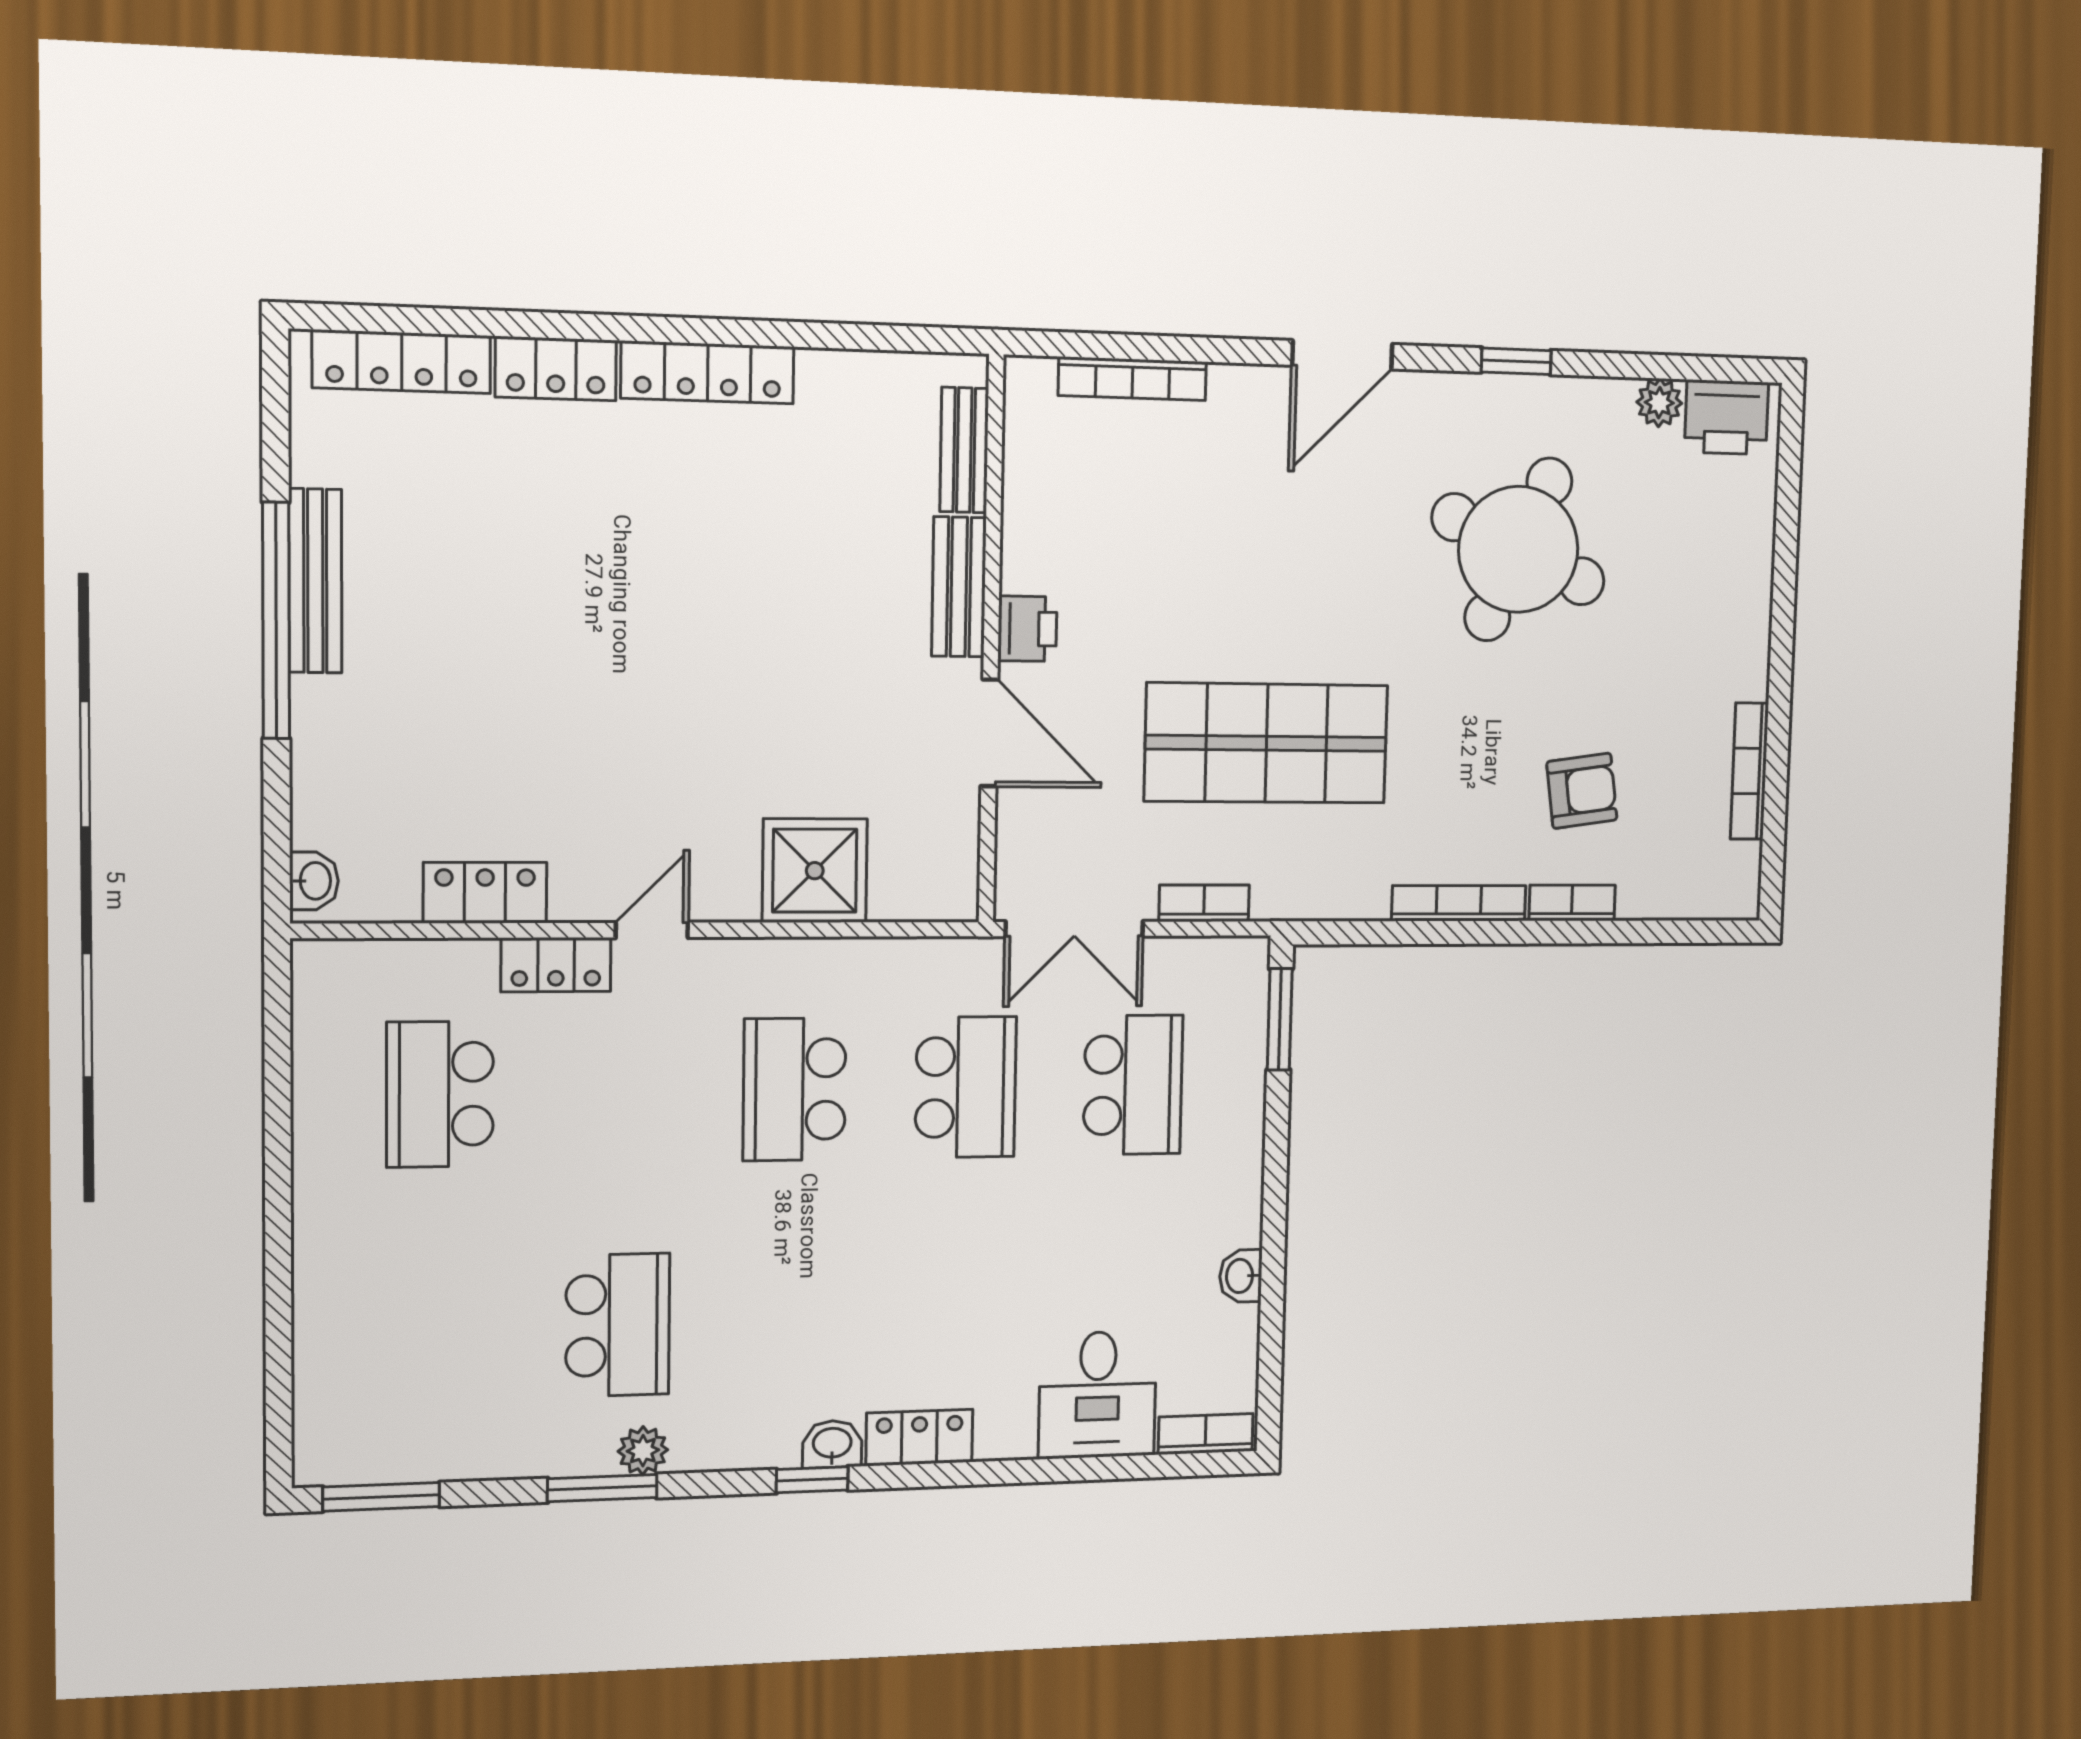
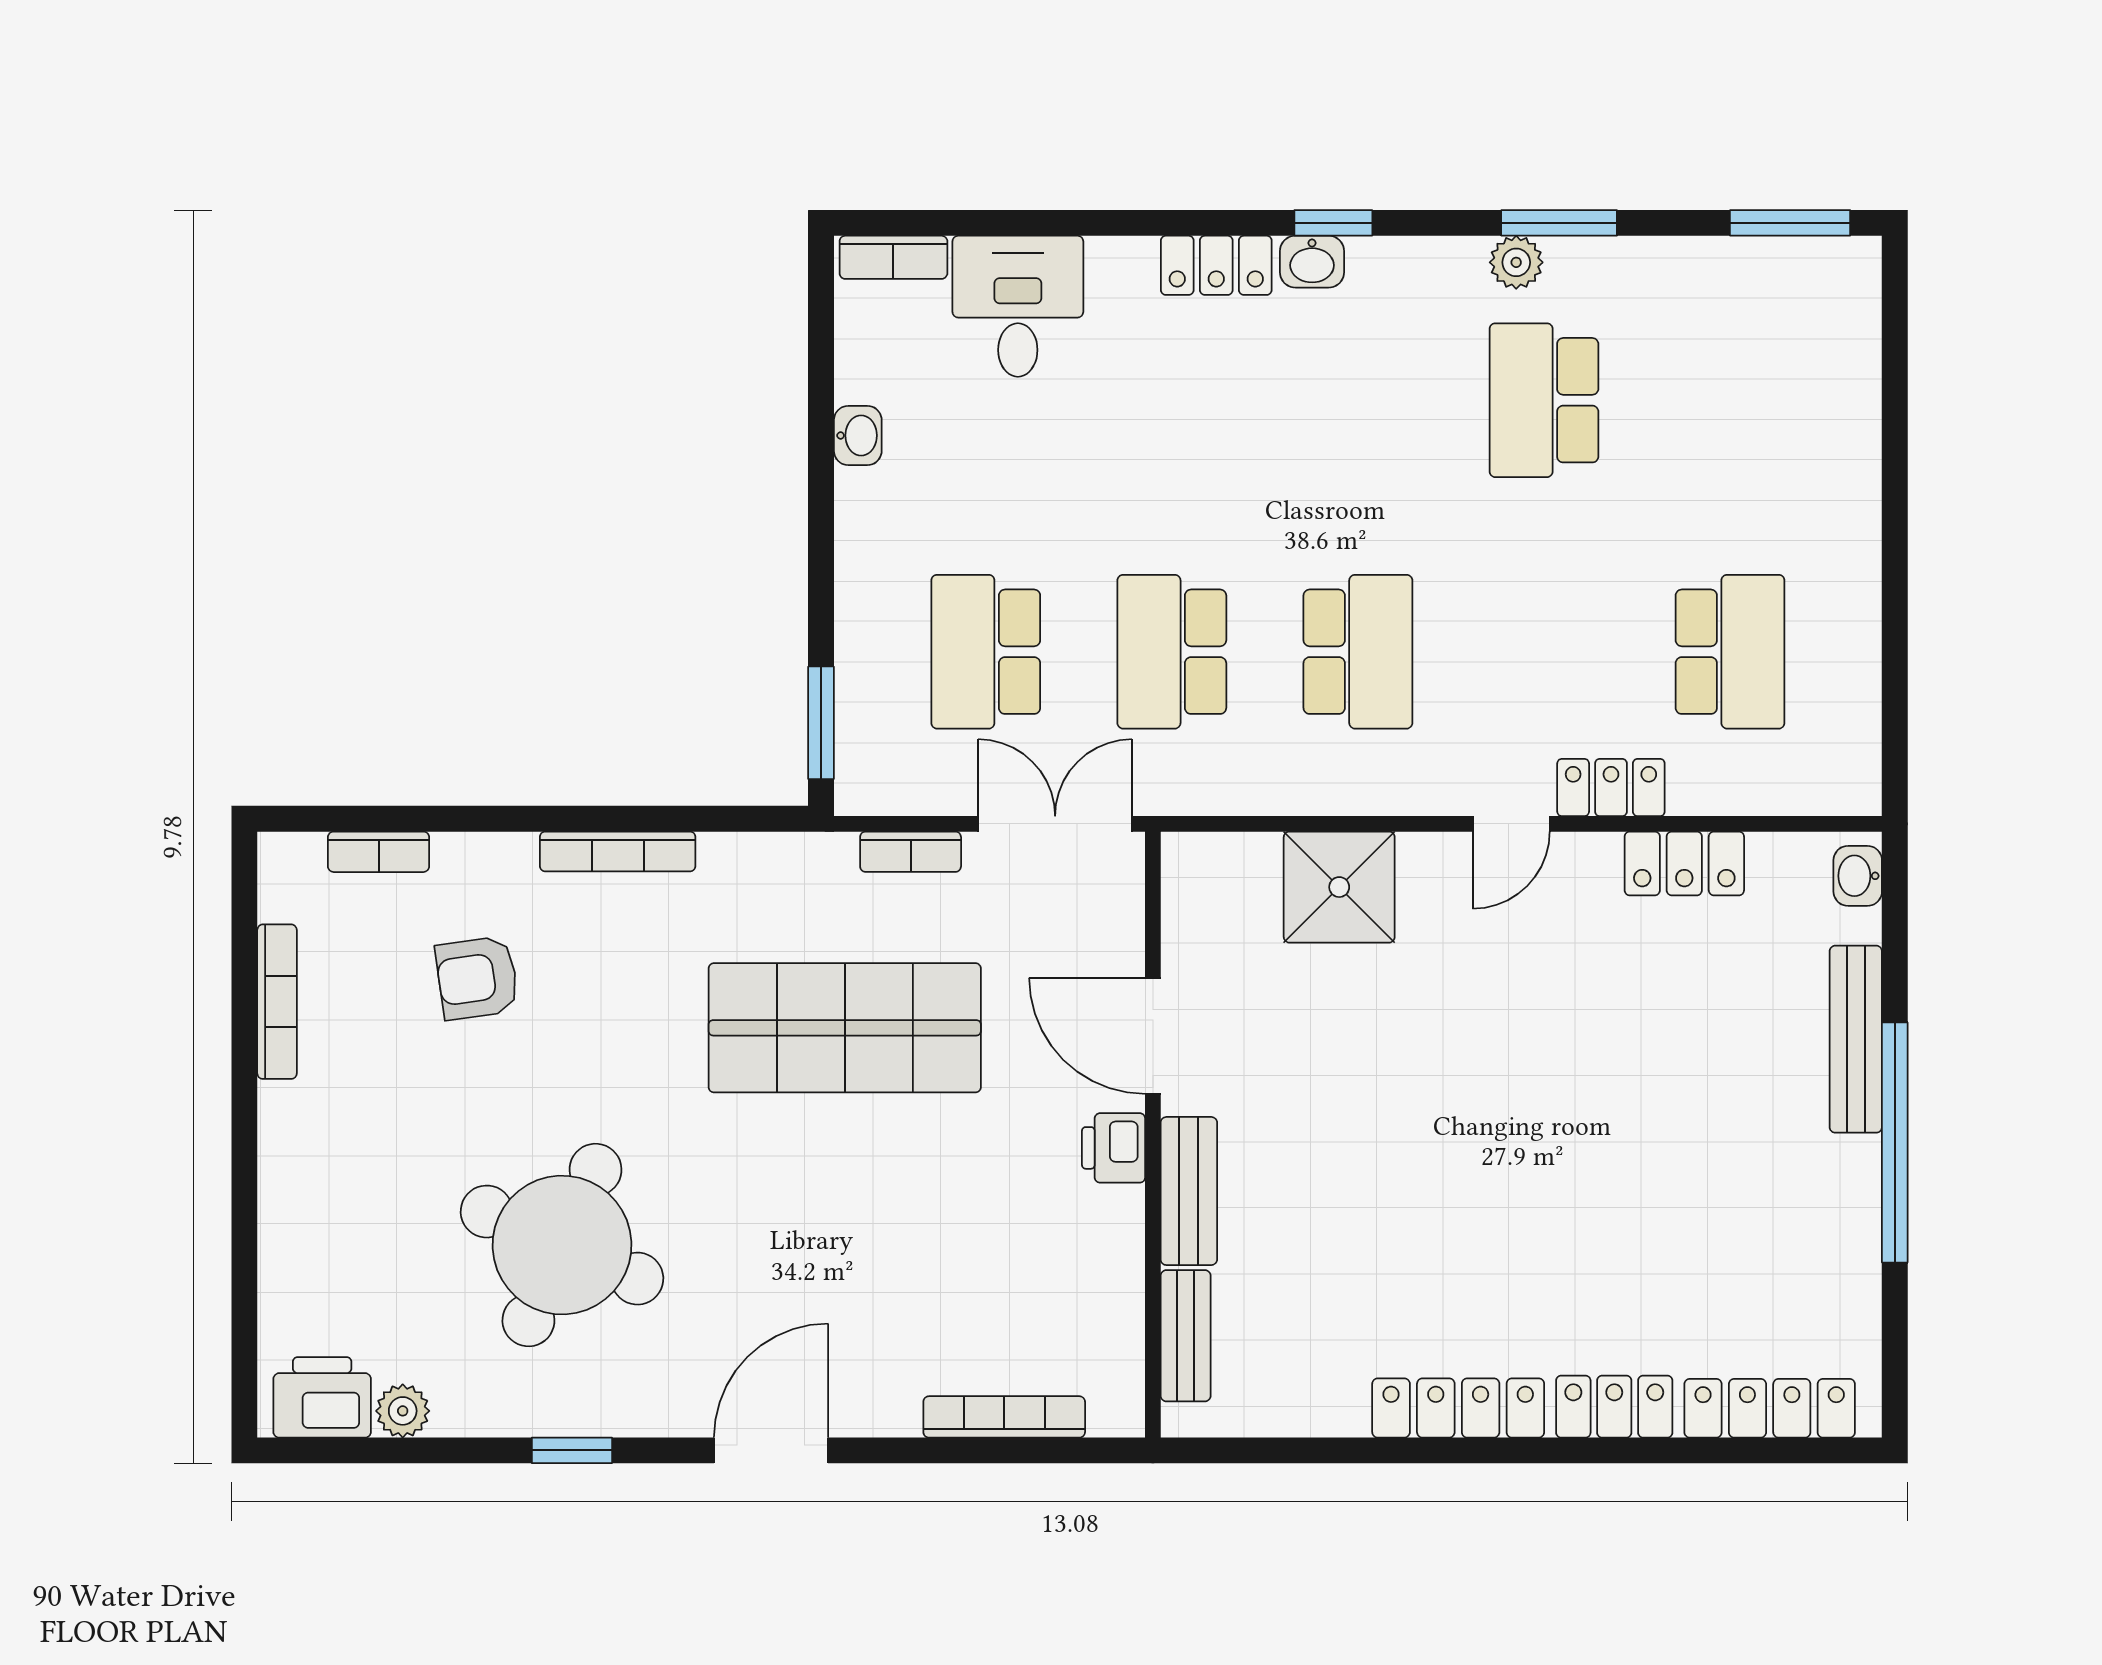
bench: (315, 581) -> (1856, 1039), moved
bookcase: (1572, 903) -> (379, 852), moved

